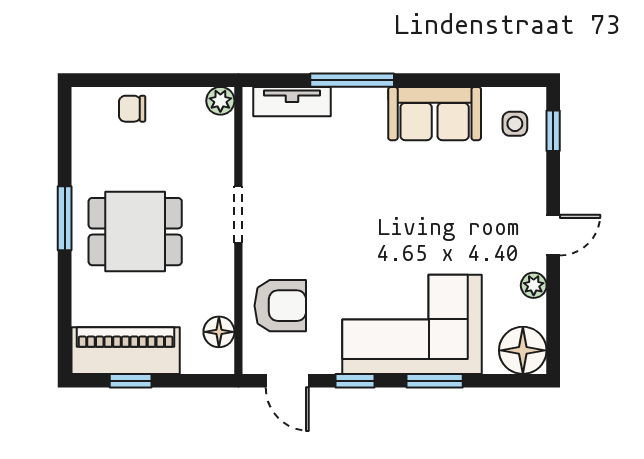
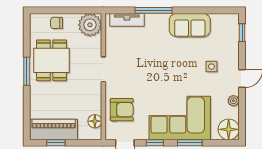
plant: (220, 101) -> (90, 25), width x1.87, depth x1.87
side table: (515, 124) -> (211, 67), moved
dining table: (135, 232) -> (51, 60), moved, turned 90

